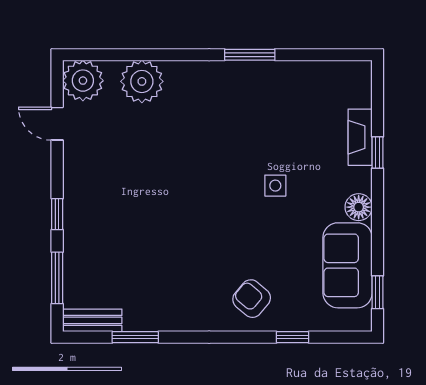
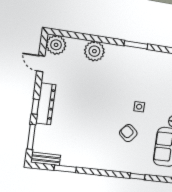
plant: (142, 81) -> (94, 51), moved
dresser: (78, 206) -> (46, 104), added
armchair: (252, 299) -> (128, 133), moved

